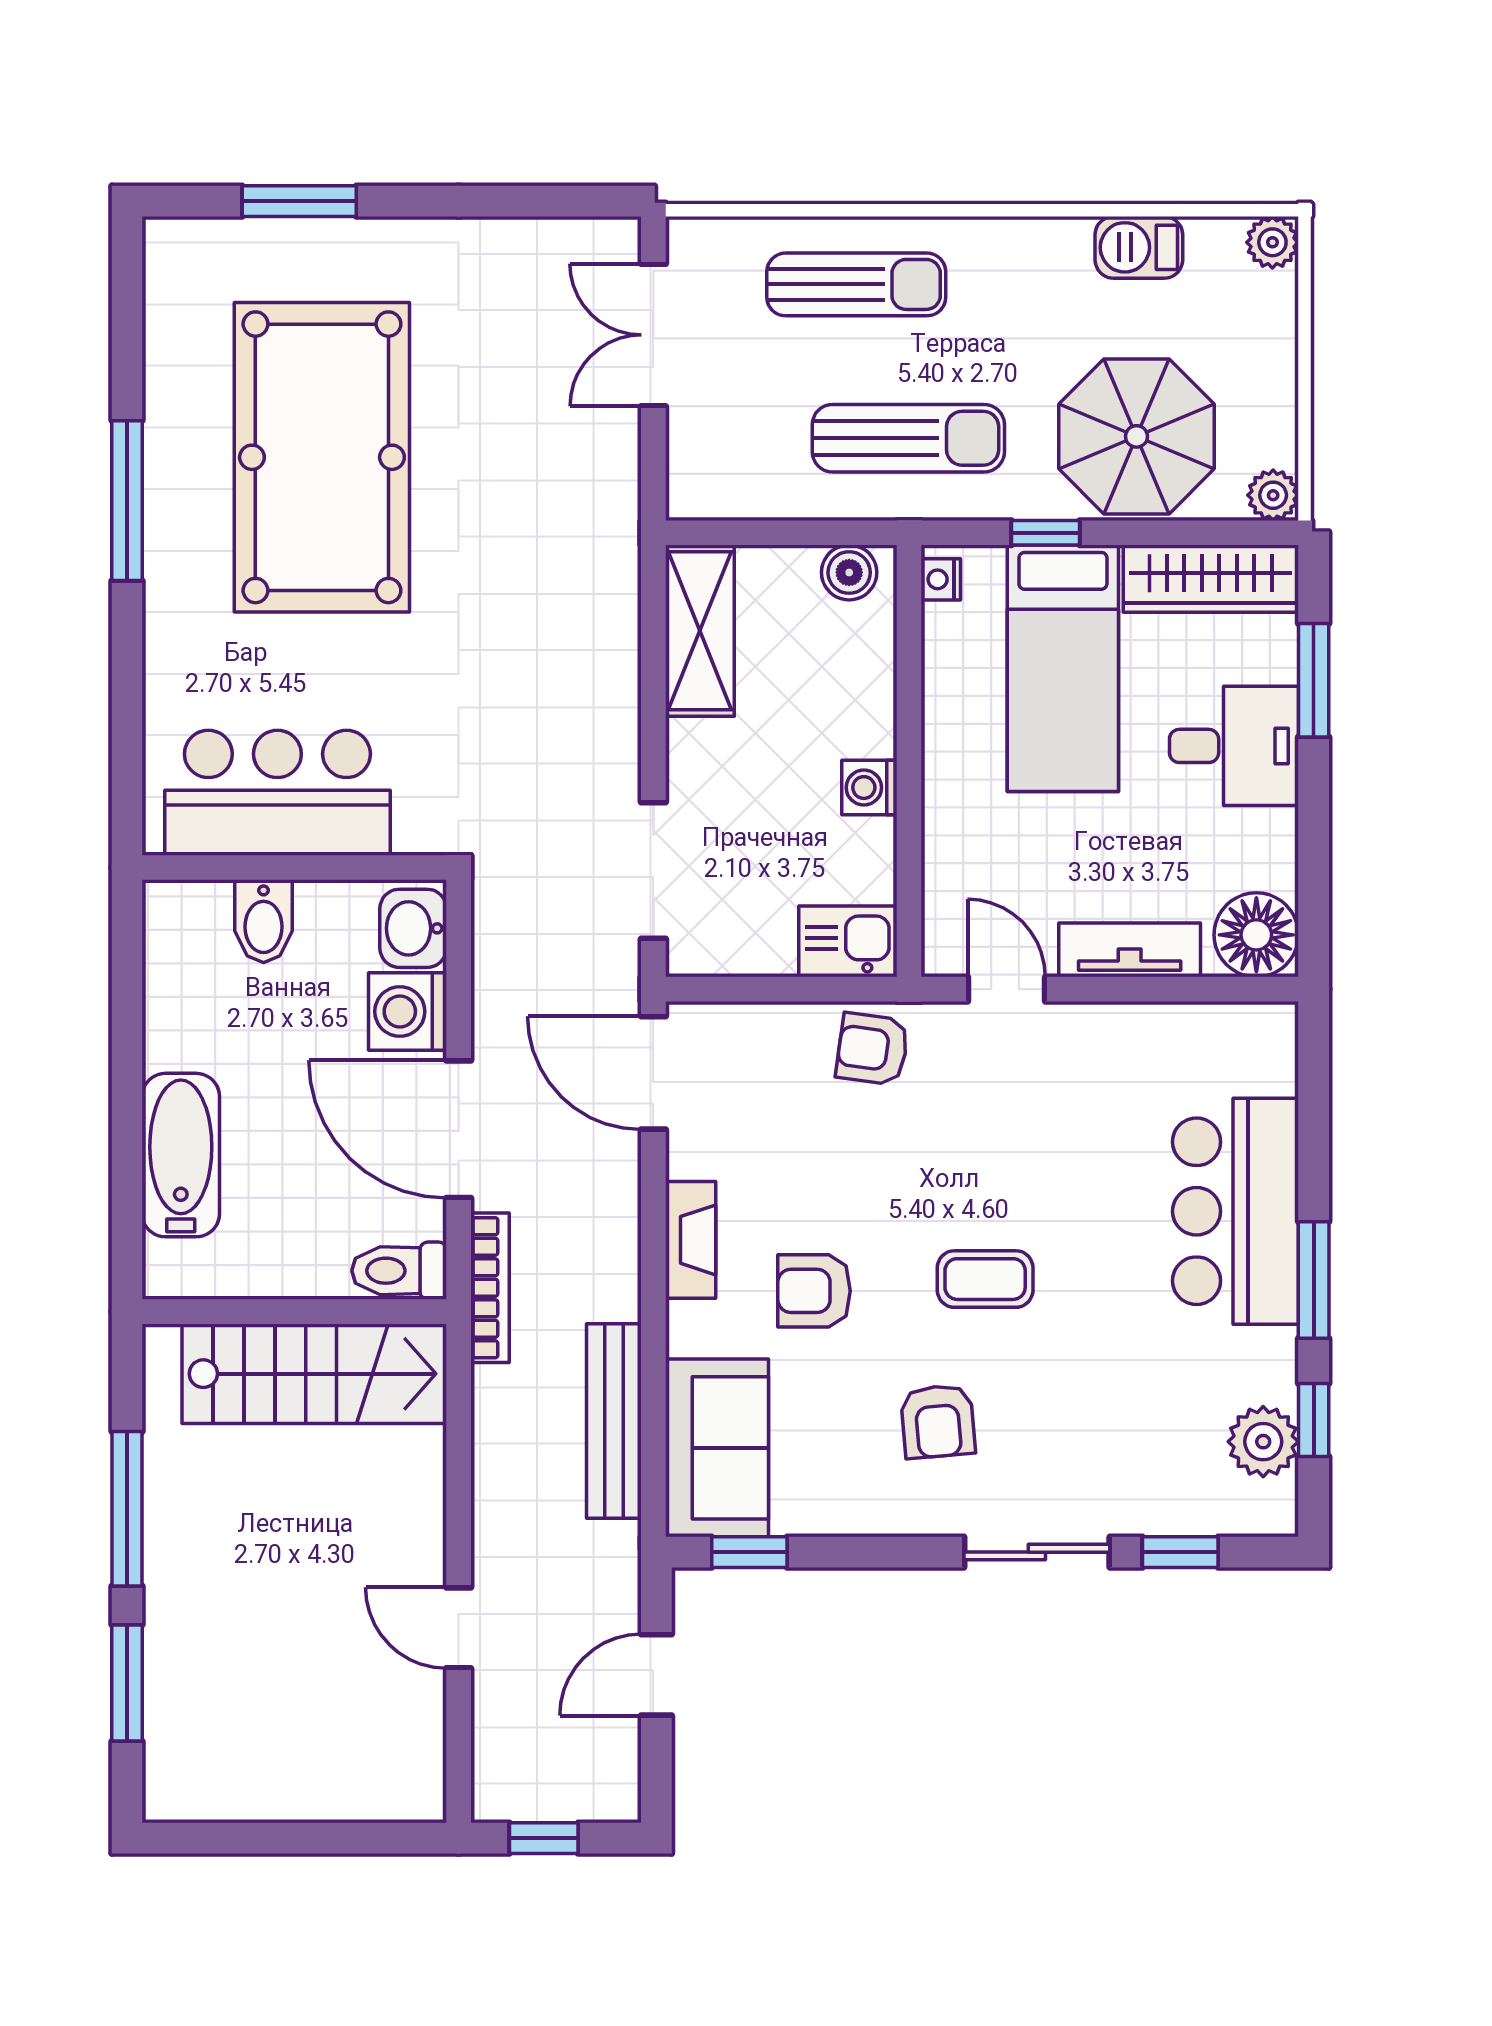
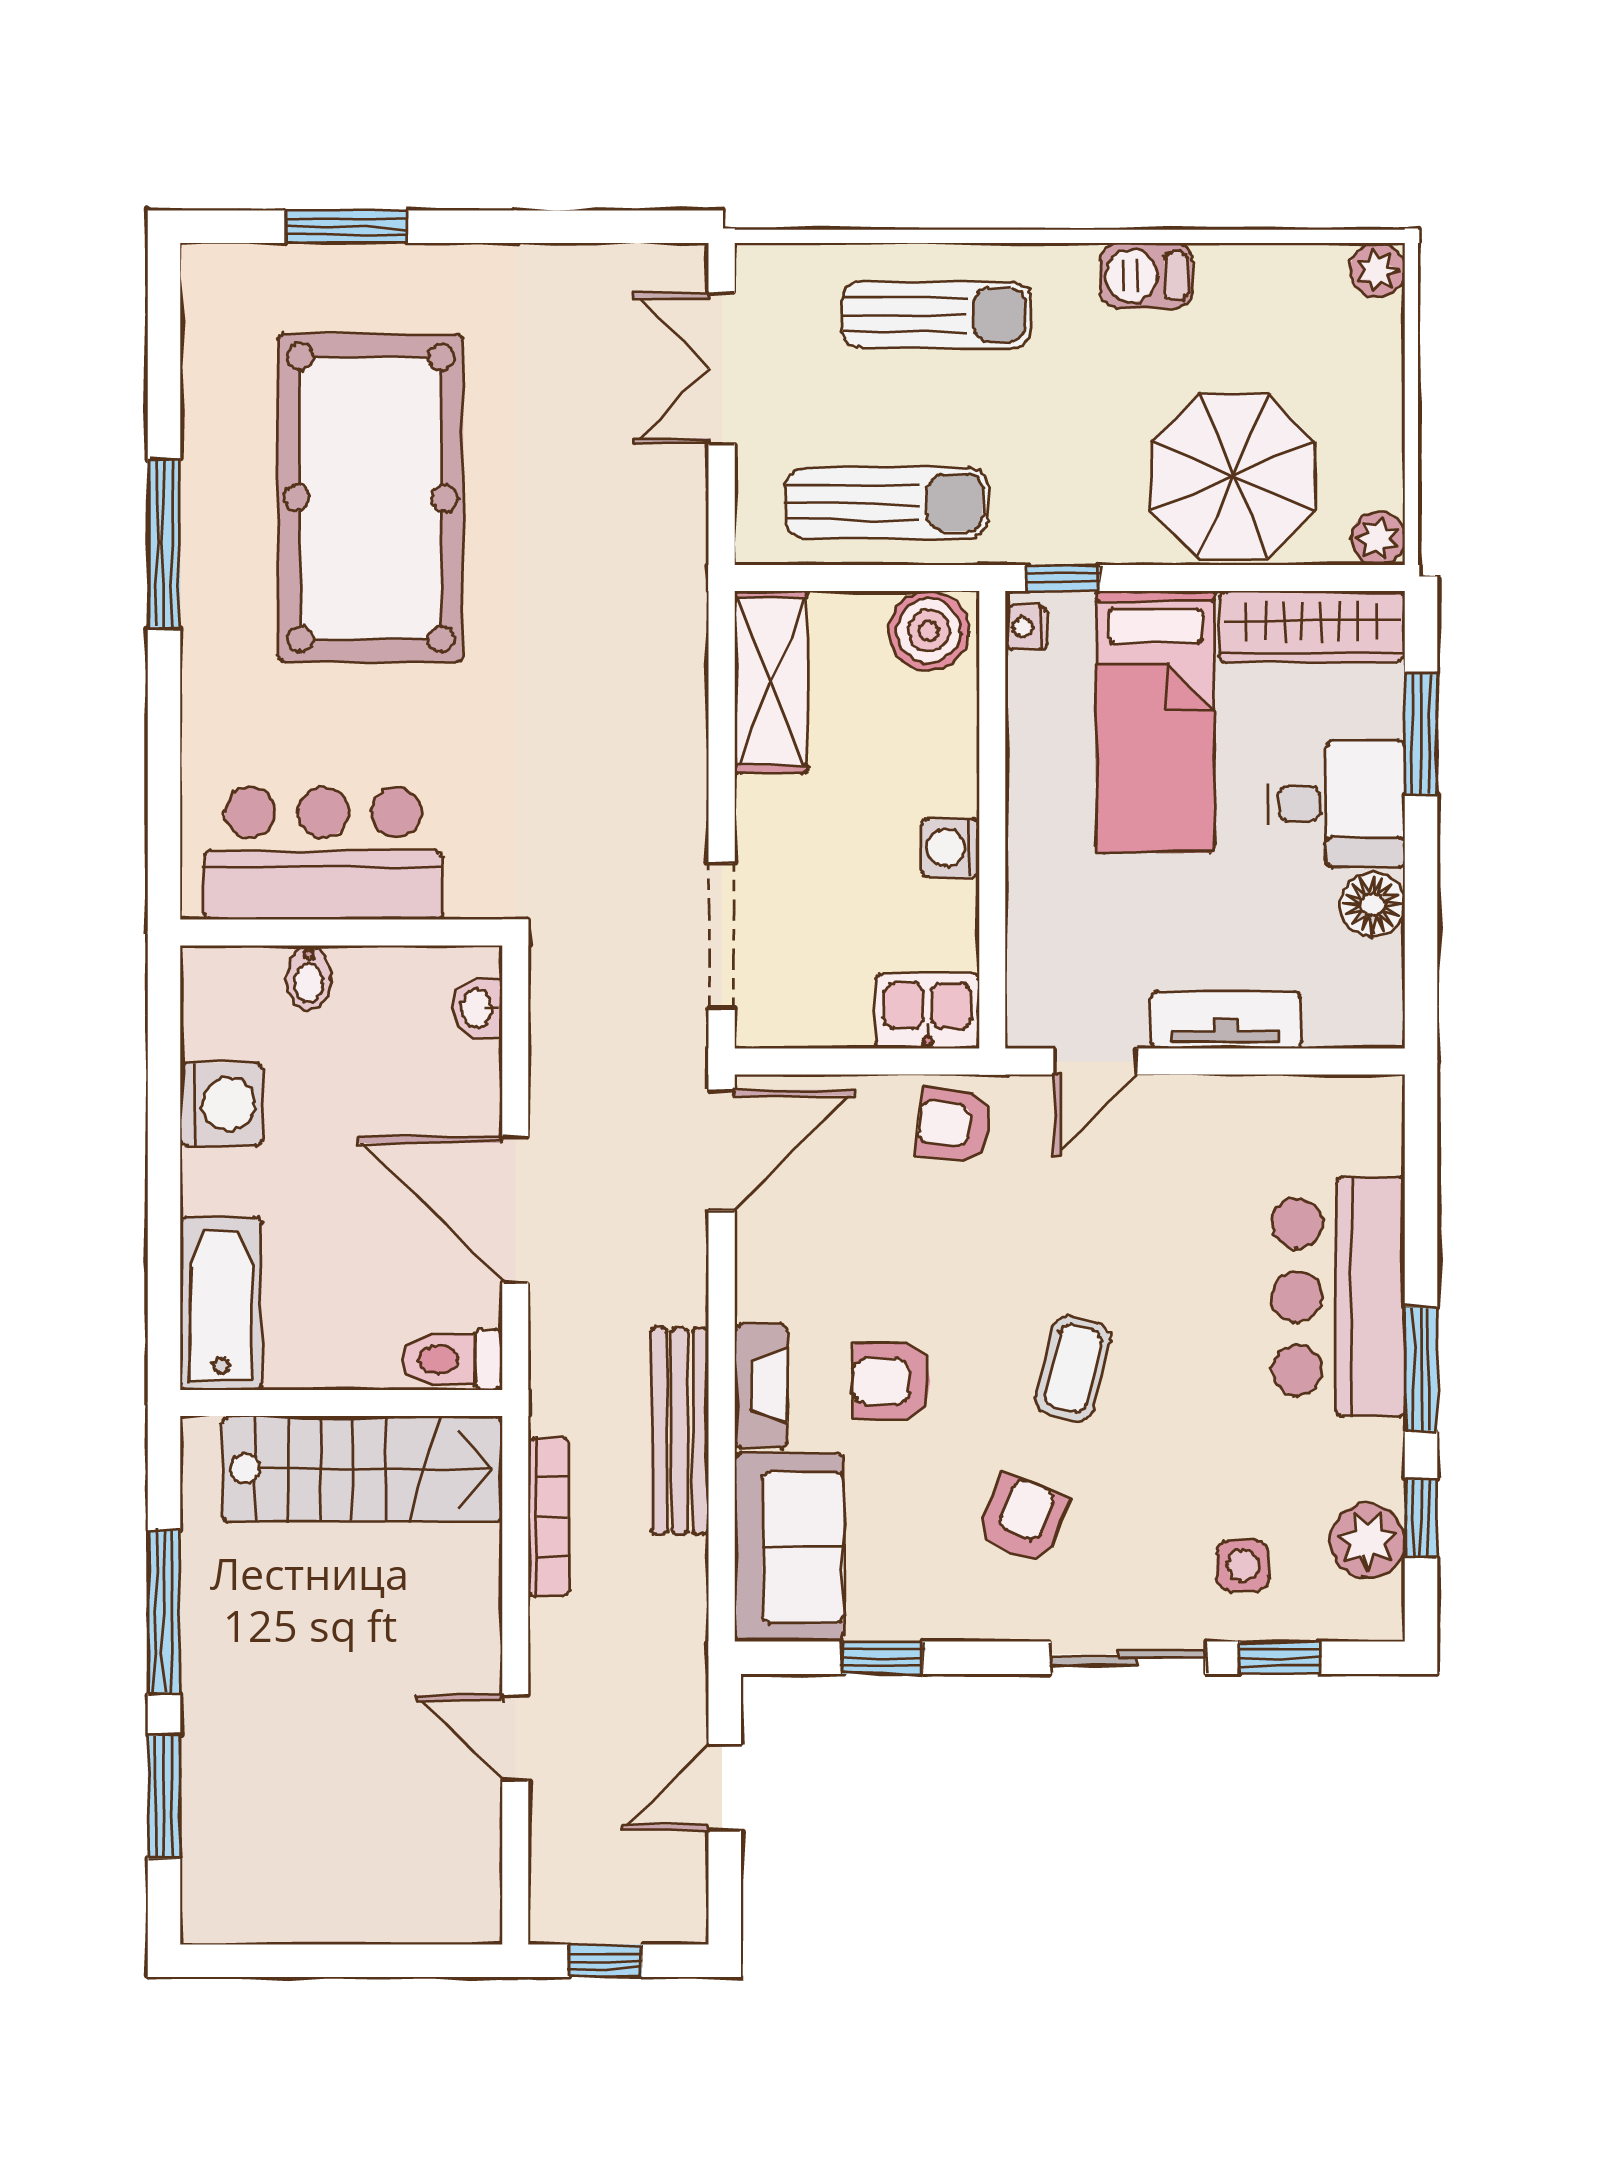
barbecue: (1139, 247) -> (1146, 276), moved
sun lounger: (908, 438) -> (887, 503), moved
window: (1046, 533) -> (1063, 578), moved
boiler: (849, 572) -> (929, 631), width x1.36, depth x1.36
bidet: (264, 921) -> (309, 978), width x0.72, depth x0.74
washbasin: (413, 928) -> (478, 1009), width x0.72, depth x0.69
floor lamp: (1256, 935) -> (1372, 905), moved, width x0.73, depth x0.73
door: (1006, 989) -> (1096, 1061), swing flipped
washing machine: (408, 1011) -> (221, 1104), moved, turned 180
door: (653, 1073) -> (722, 1150), swing flipped
bathtub: (181, 1155) -> (221, 1303), moved
fireplace: (691, 1240) -> (761, 1386), moved
coffee table: (985, 1279) -> (1073, 1368), turned -76
bookcase: (490, 1288) -> (549, 1517), moved
bench: (614, 1421) -> (680, 1431), moved
armchair: (938, 1421) -> (1023, 1519), turned -153
side table: (1145, 1465) -> (1243, 1565), added
window: (749, 1552) -> (882, 1658), moved

